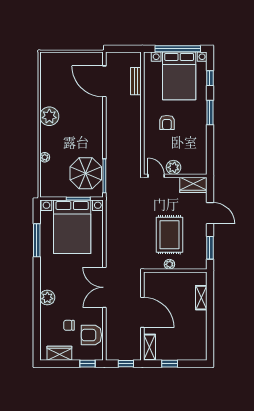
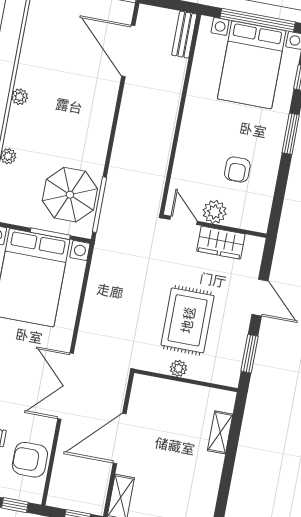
bench: (136, 81) -> (184, 35), moved
plant: (49, 116) -> (20, 97), width x0.53, depth x0.53
armchair: (167, 122) -> (237, 169), moved
wardrobe: (193, 185) -> (221, 243), moved
door: (142, 312) -> (120, 438), swing flipped

